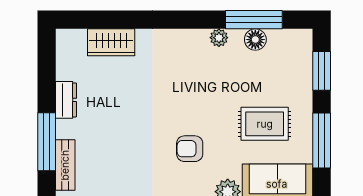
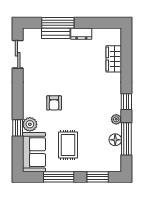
window: (187, 20) -> (126, 102), added
armchair: (190, 149) -> (54, 103), turned 180
bench: (65, 165) -> (56, 33), moved

